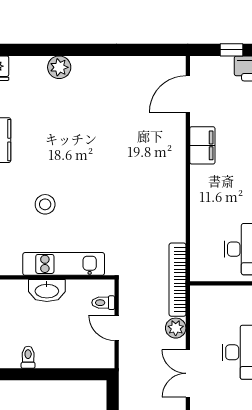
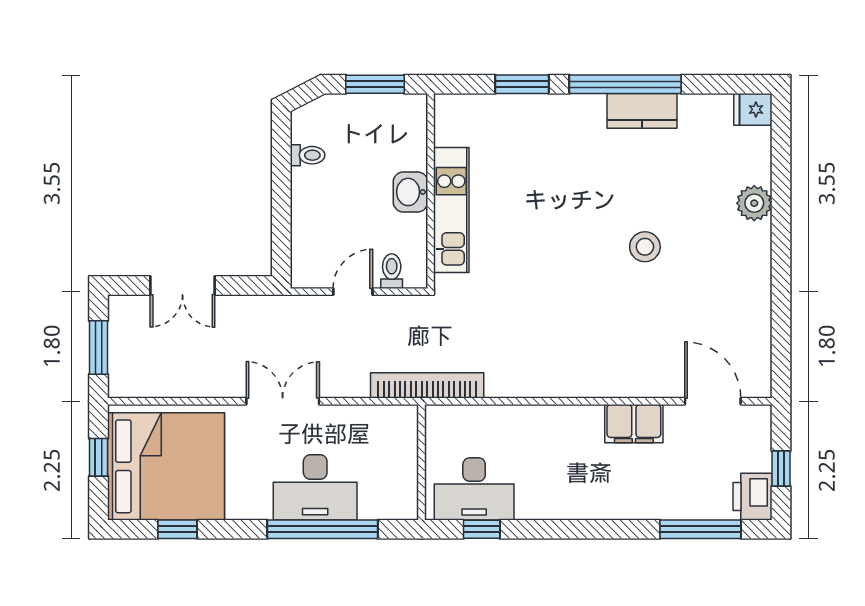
stool: (45, 204) -> (645, 247), moved
washbasin: (47, 290) -> (410, 192), width x0.72
plant: (176, 328) -> (353, 383), removed

